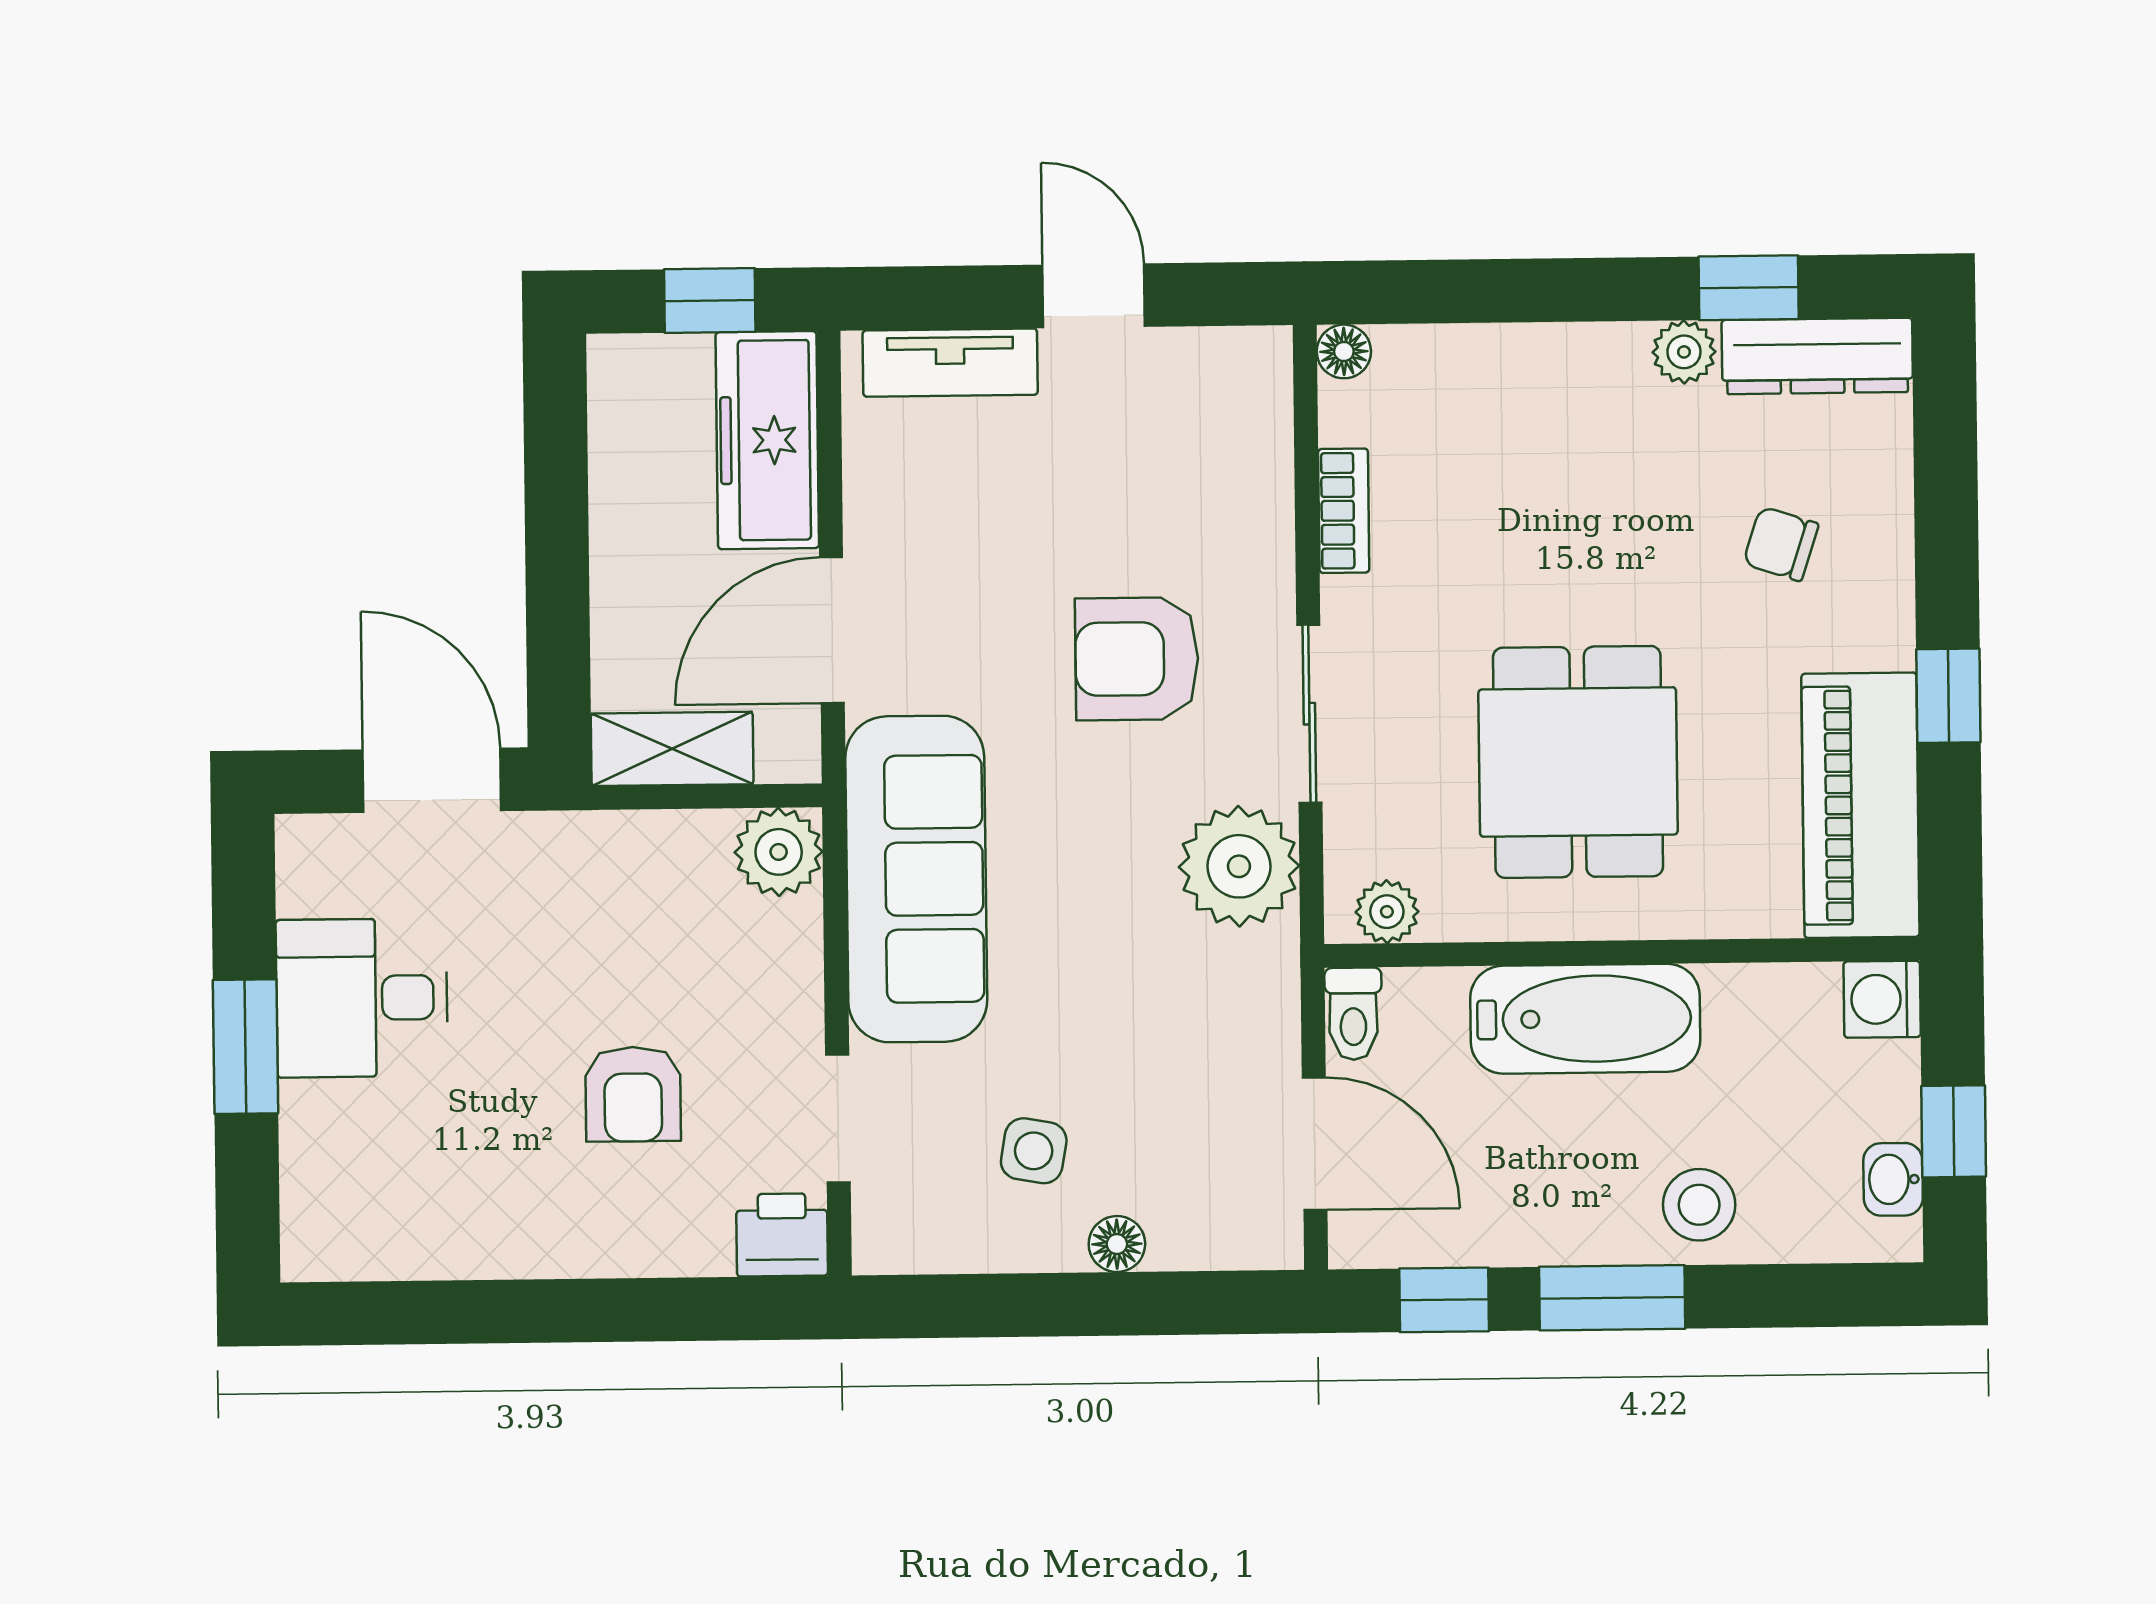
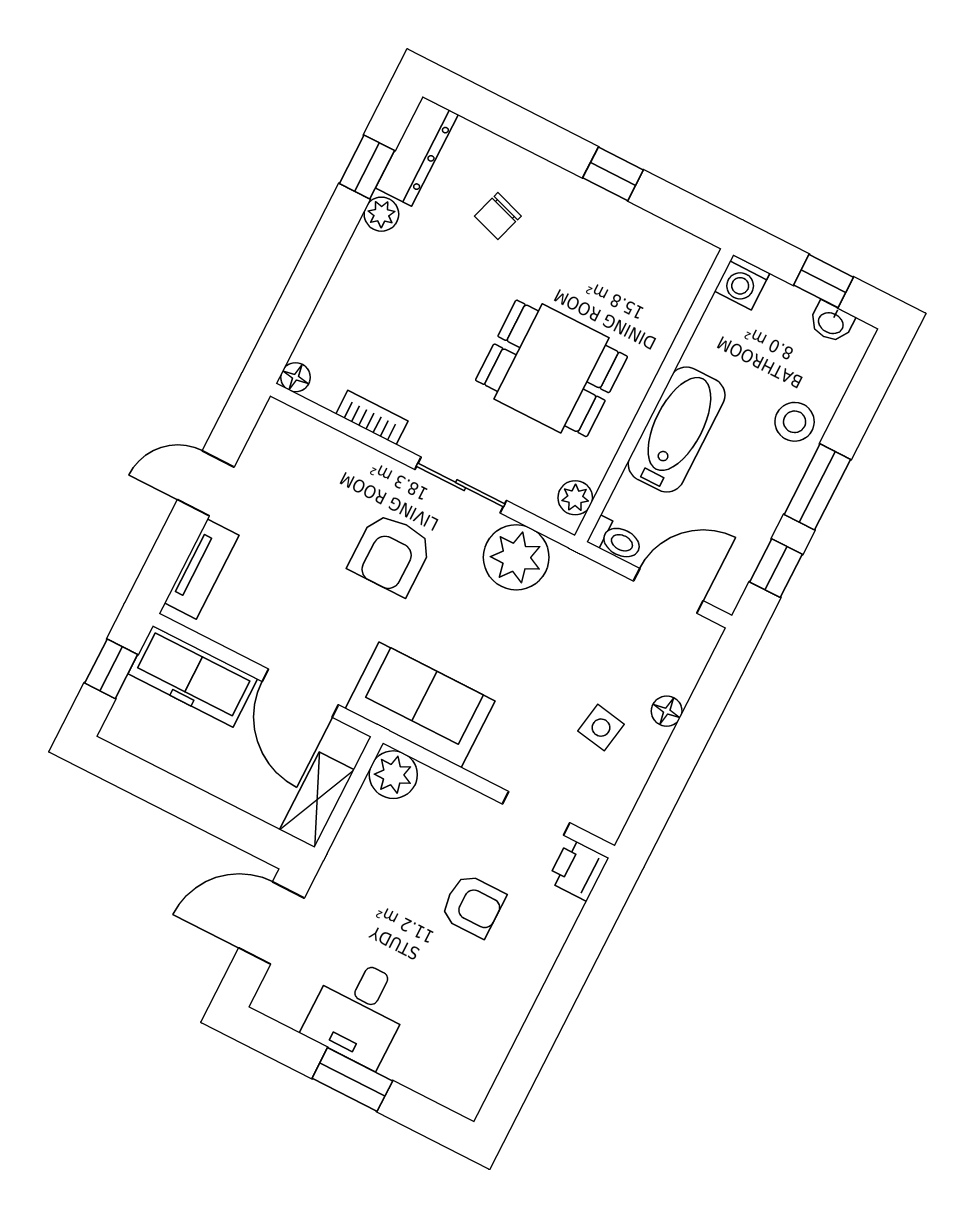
piano: (1860, 805) -> (643, 244), removed
sofa: (916, 879) -> (420, 705), width x0.73

